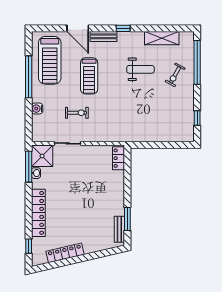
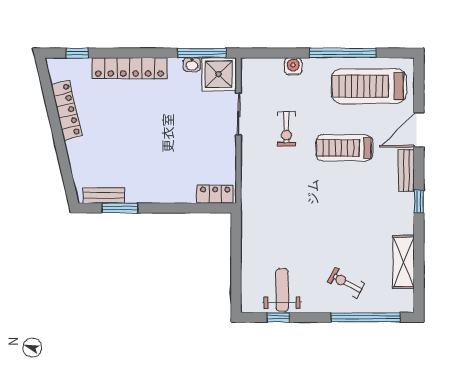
weight bench: (140, 69) -> (282, 290), moved, turned 180

